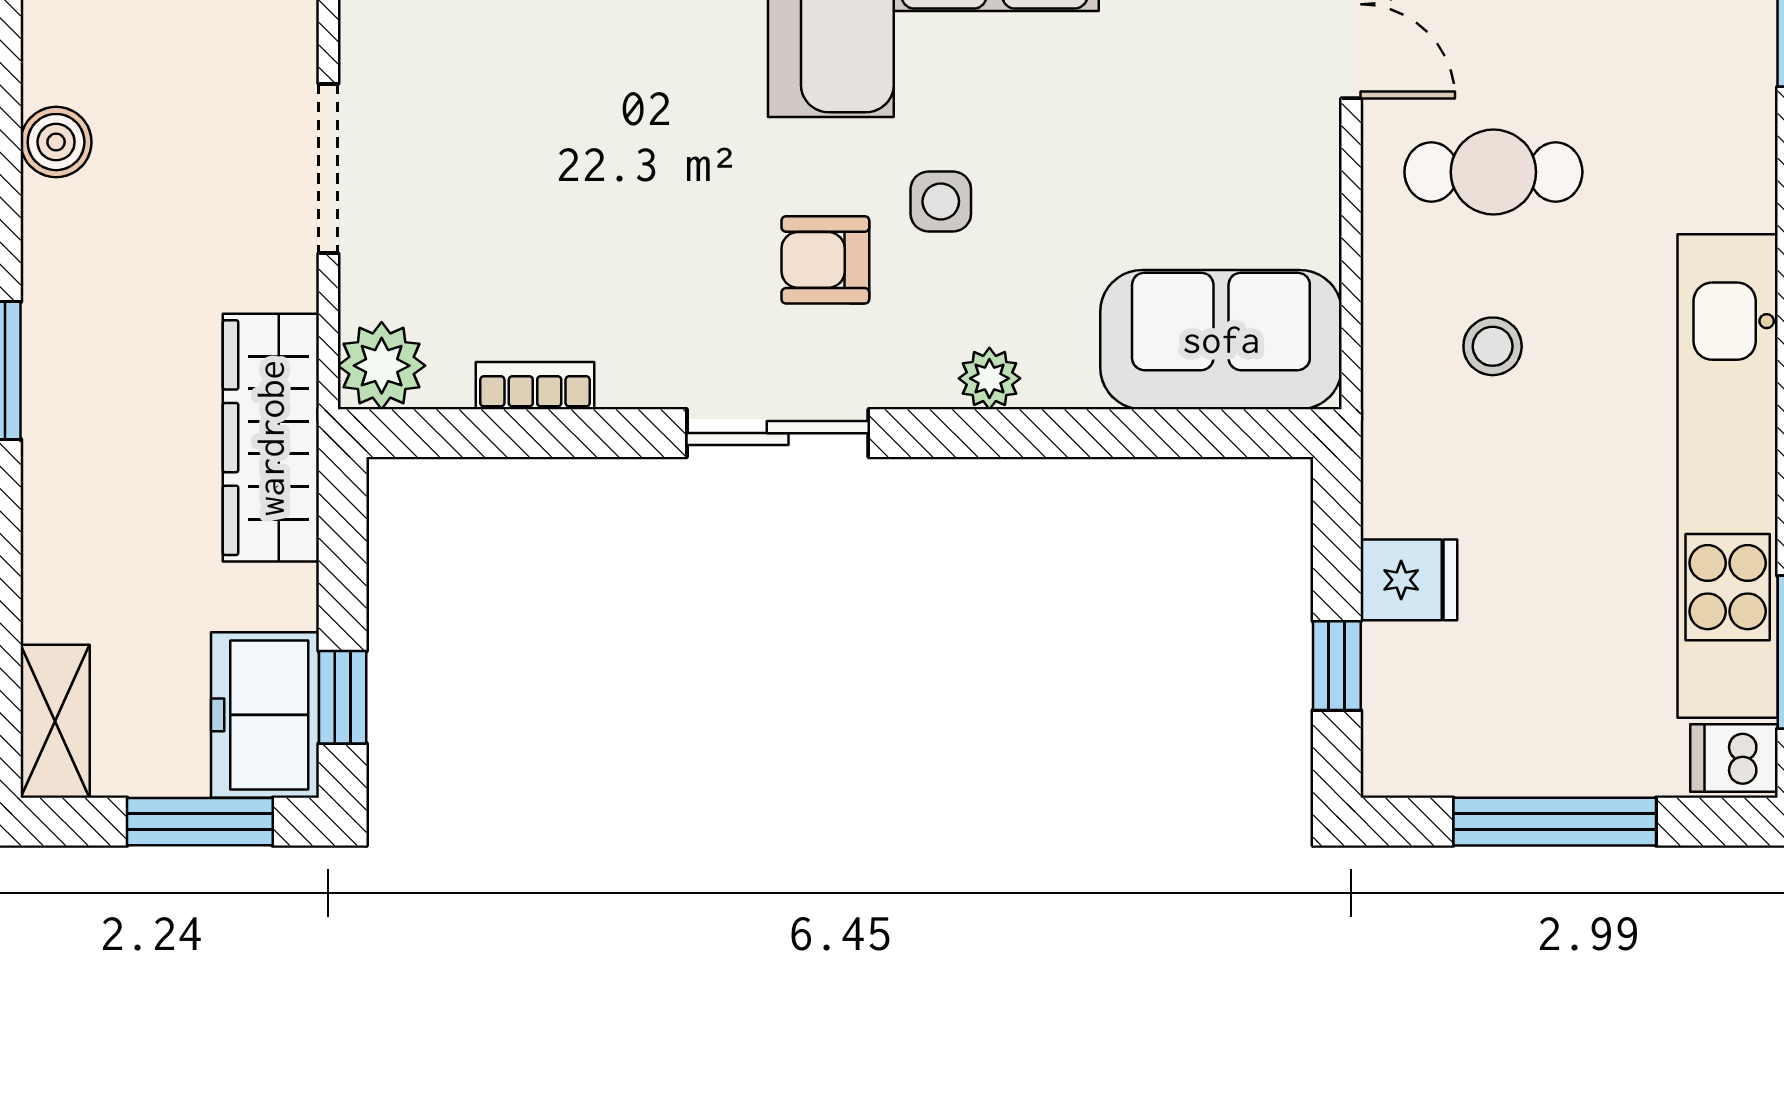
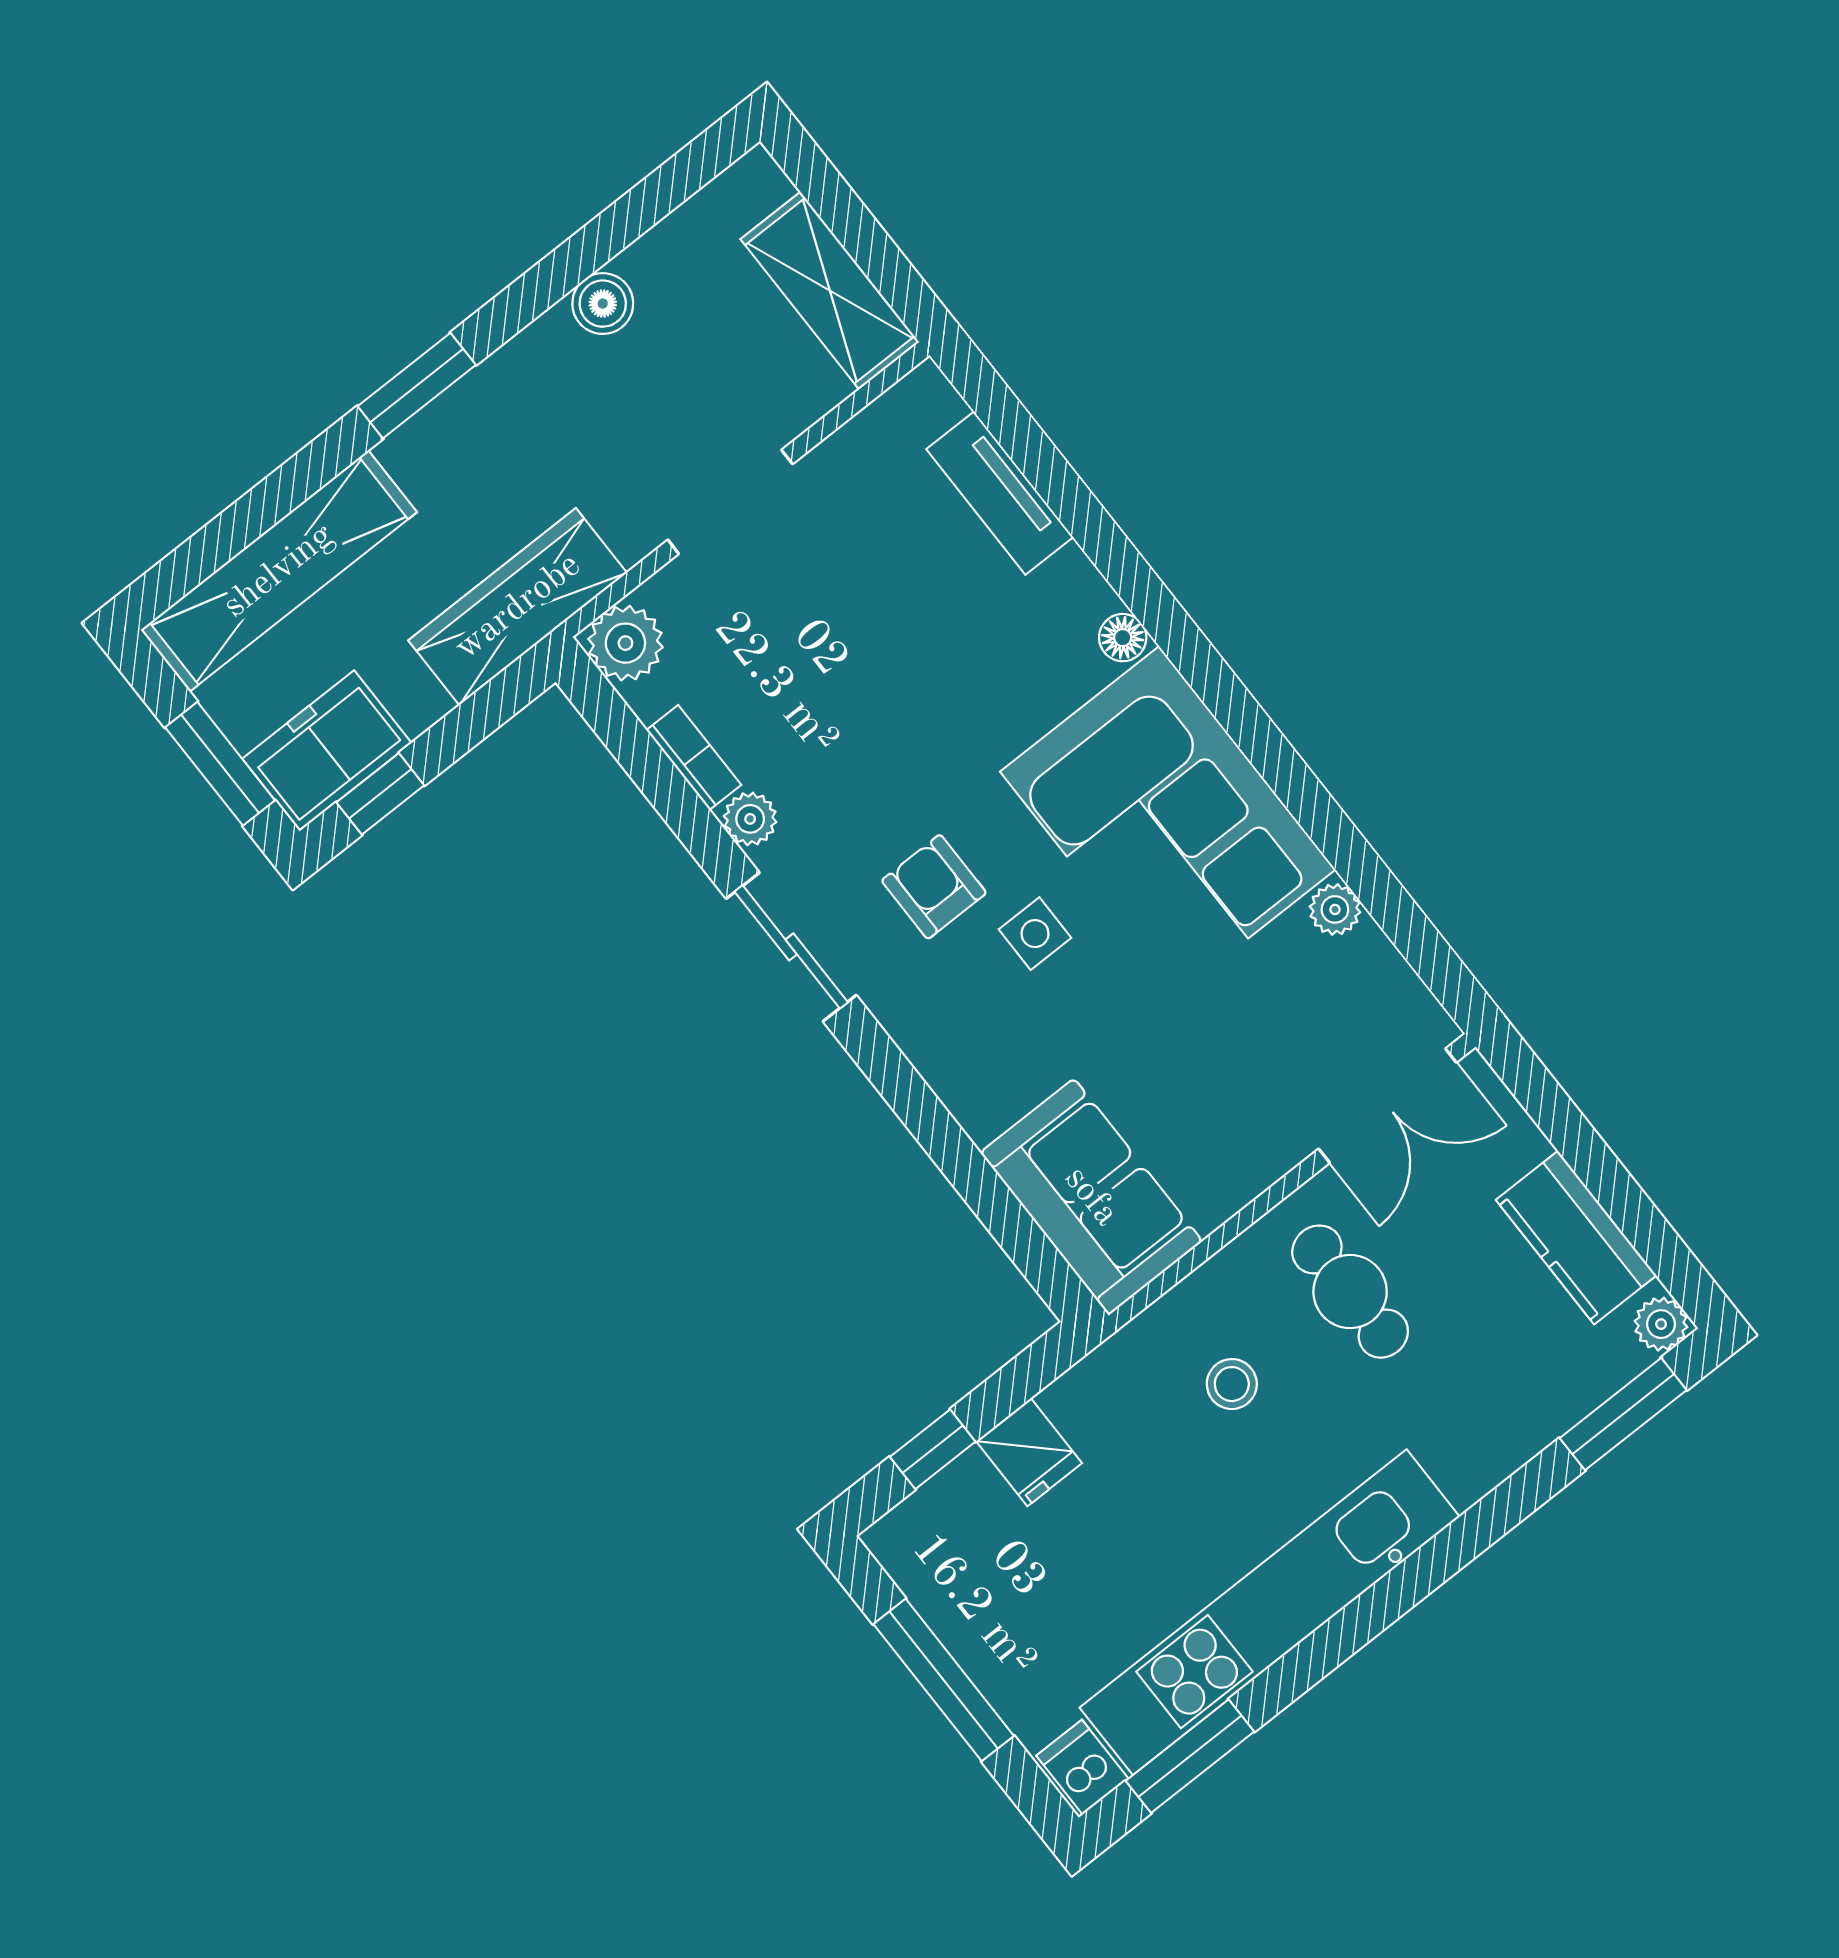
plant: (989, 378) -> (750, 819), moved
shelving: (55, 721) -> (279, 571), width x2.20, depth x1.33

